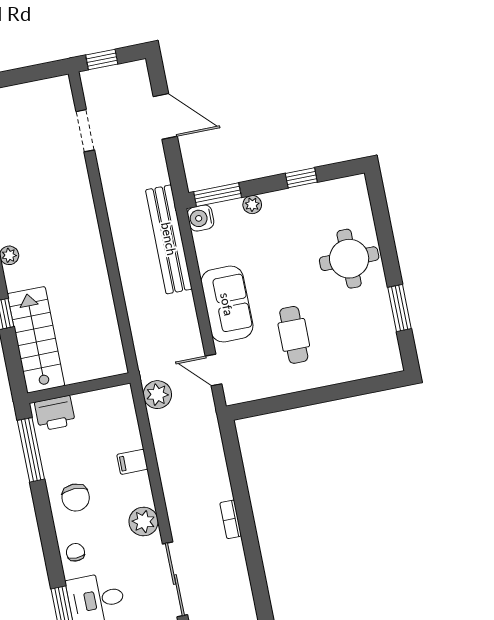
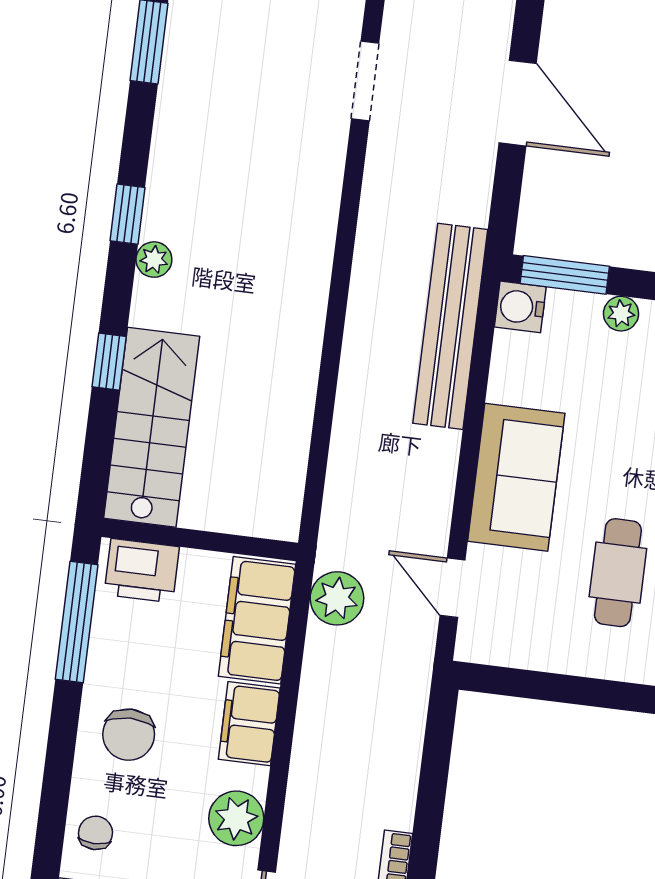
filing cabinet: (121, 419) -> (257, 620), added
filing cabinet: (132, 462) -> (249, 724), width x2.00

